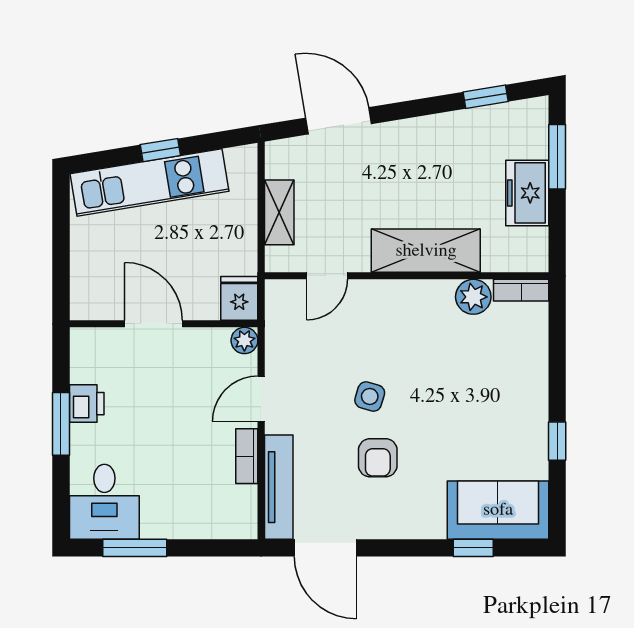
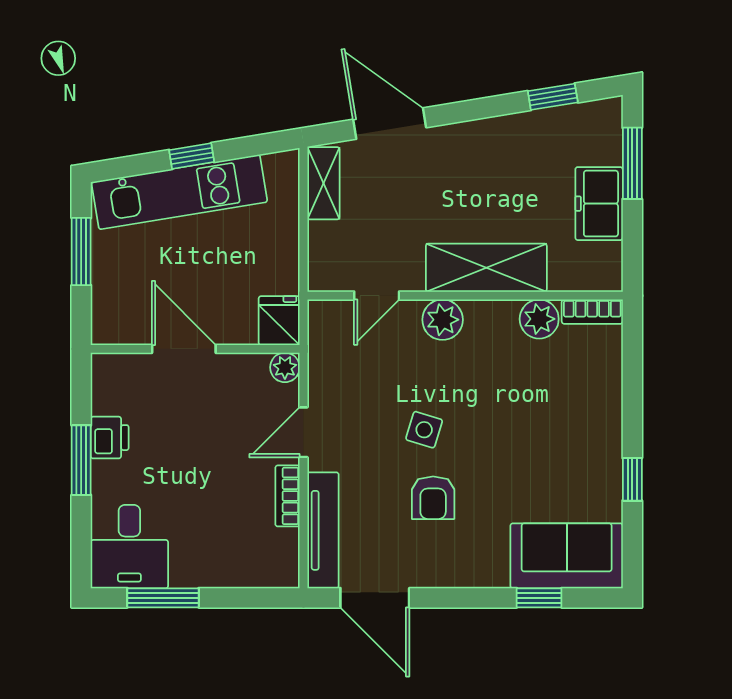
shelving: (279, 212) -> (324, 183), moved
window: (61, 236) -> (81, 252), added
plant: (386, 297) -> (443, 320), added

